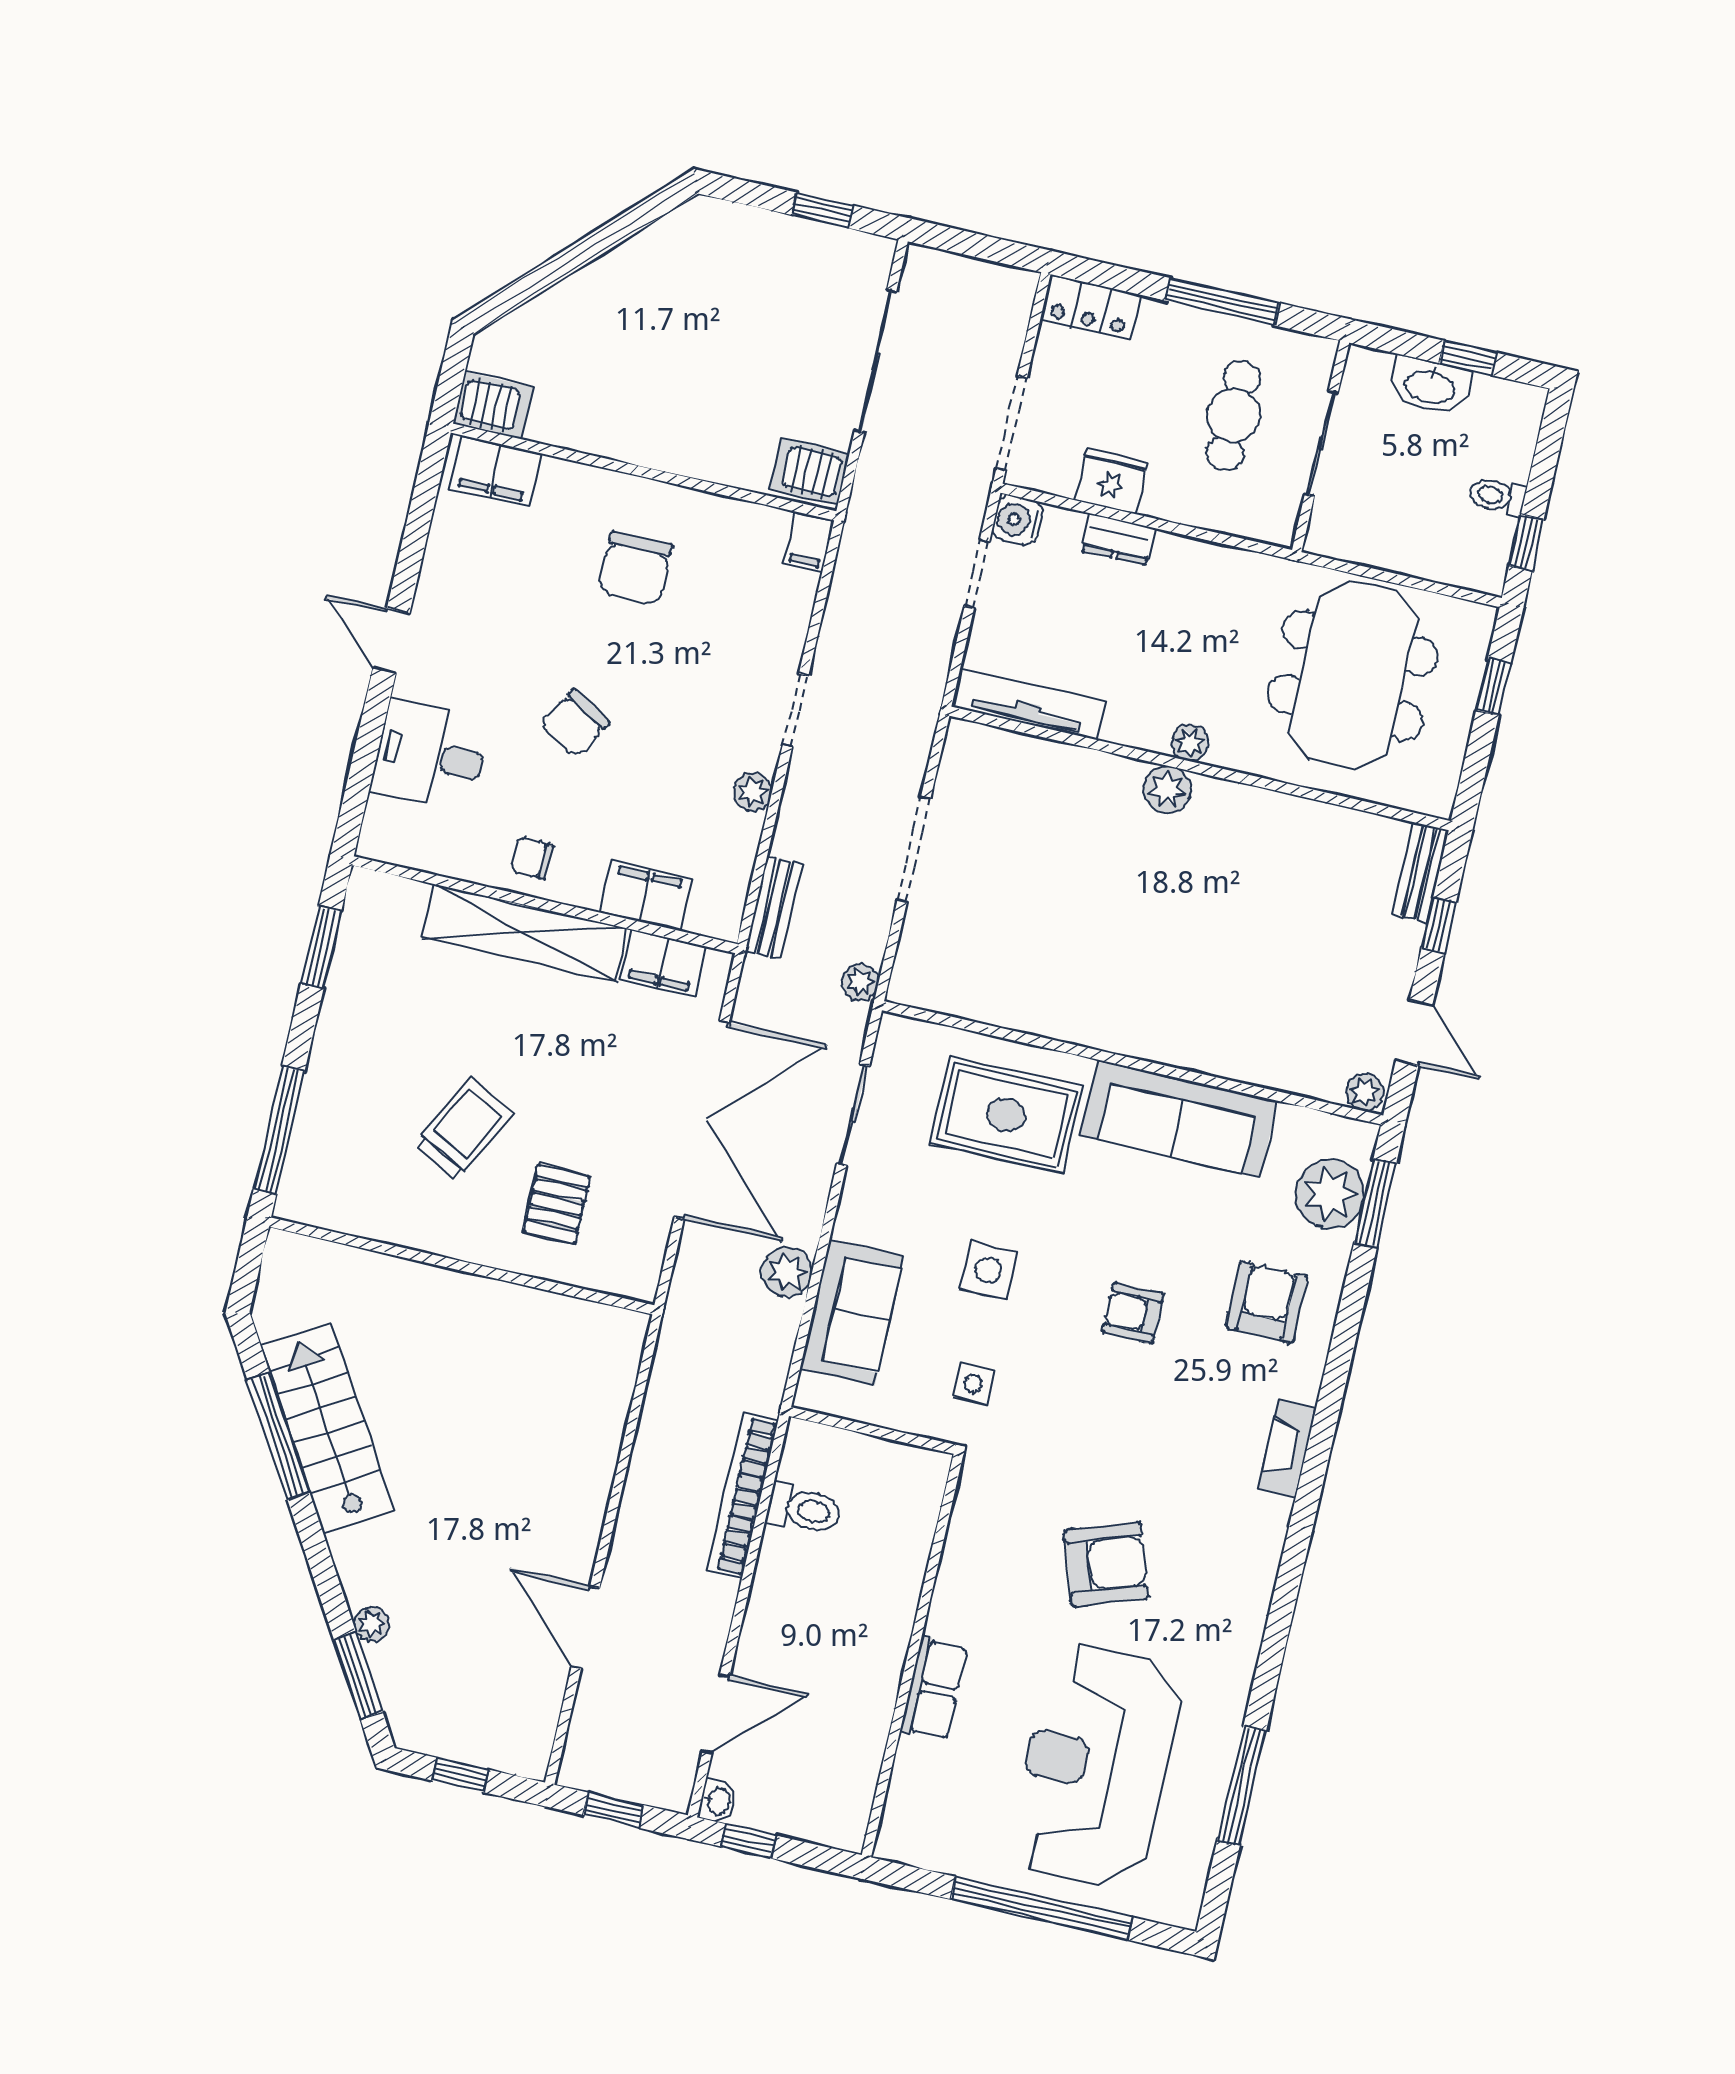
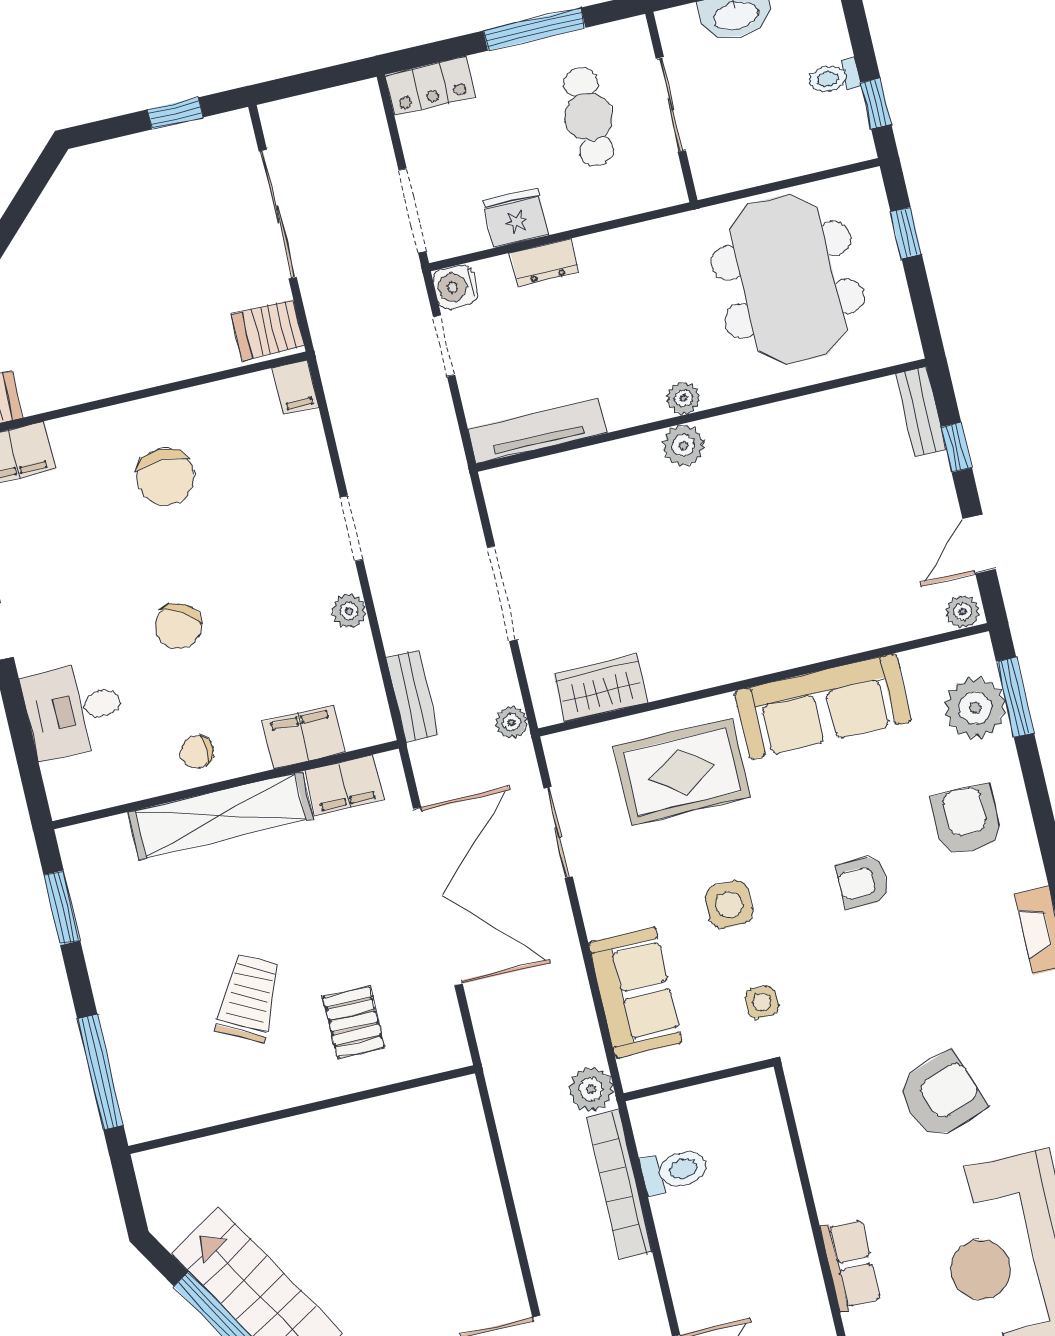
wardrobe: (966, 992) -> (601, 688), added
door: (1414, 1033) -> (979, 544), swing flipped
plant: (787, 1272) -> (591, 1089), moved

